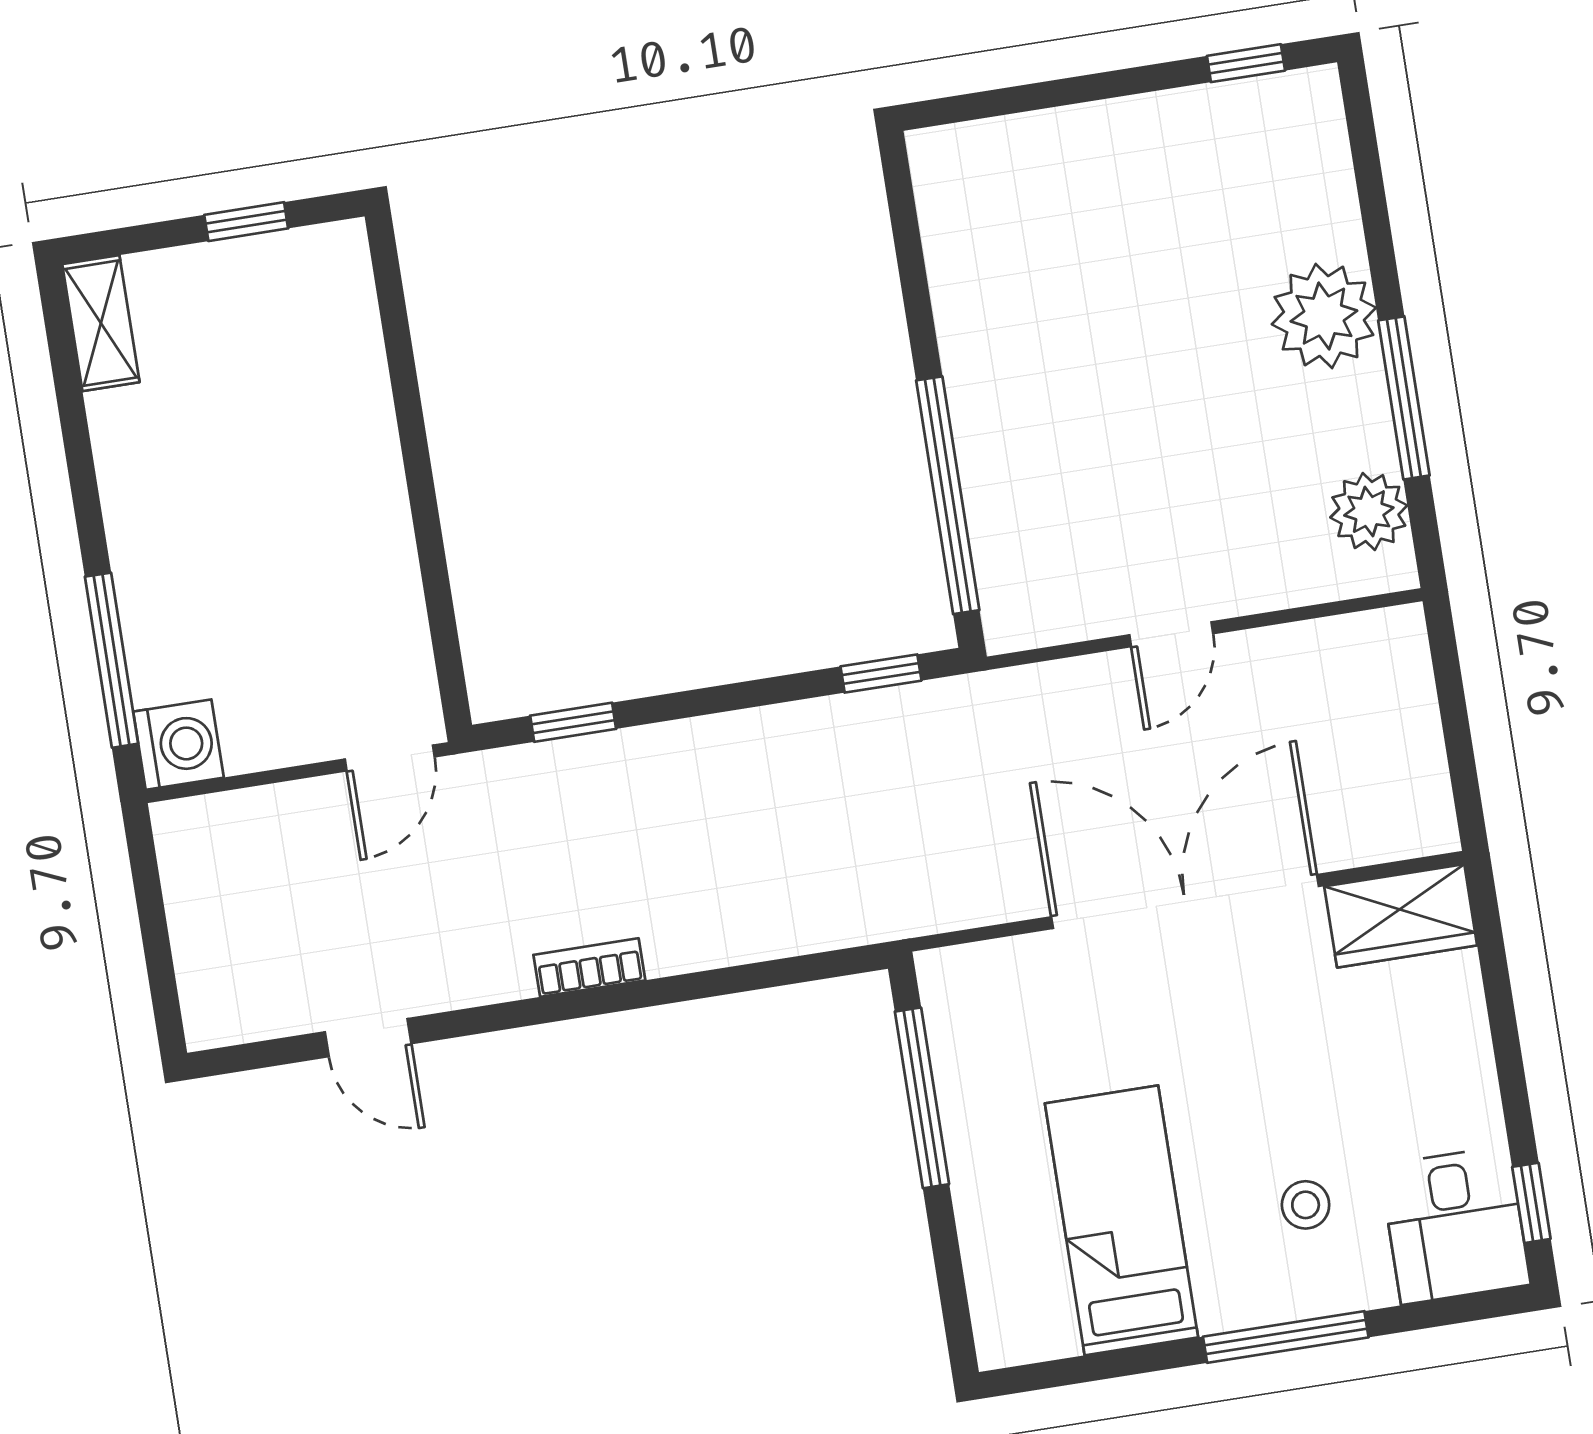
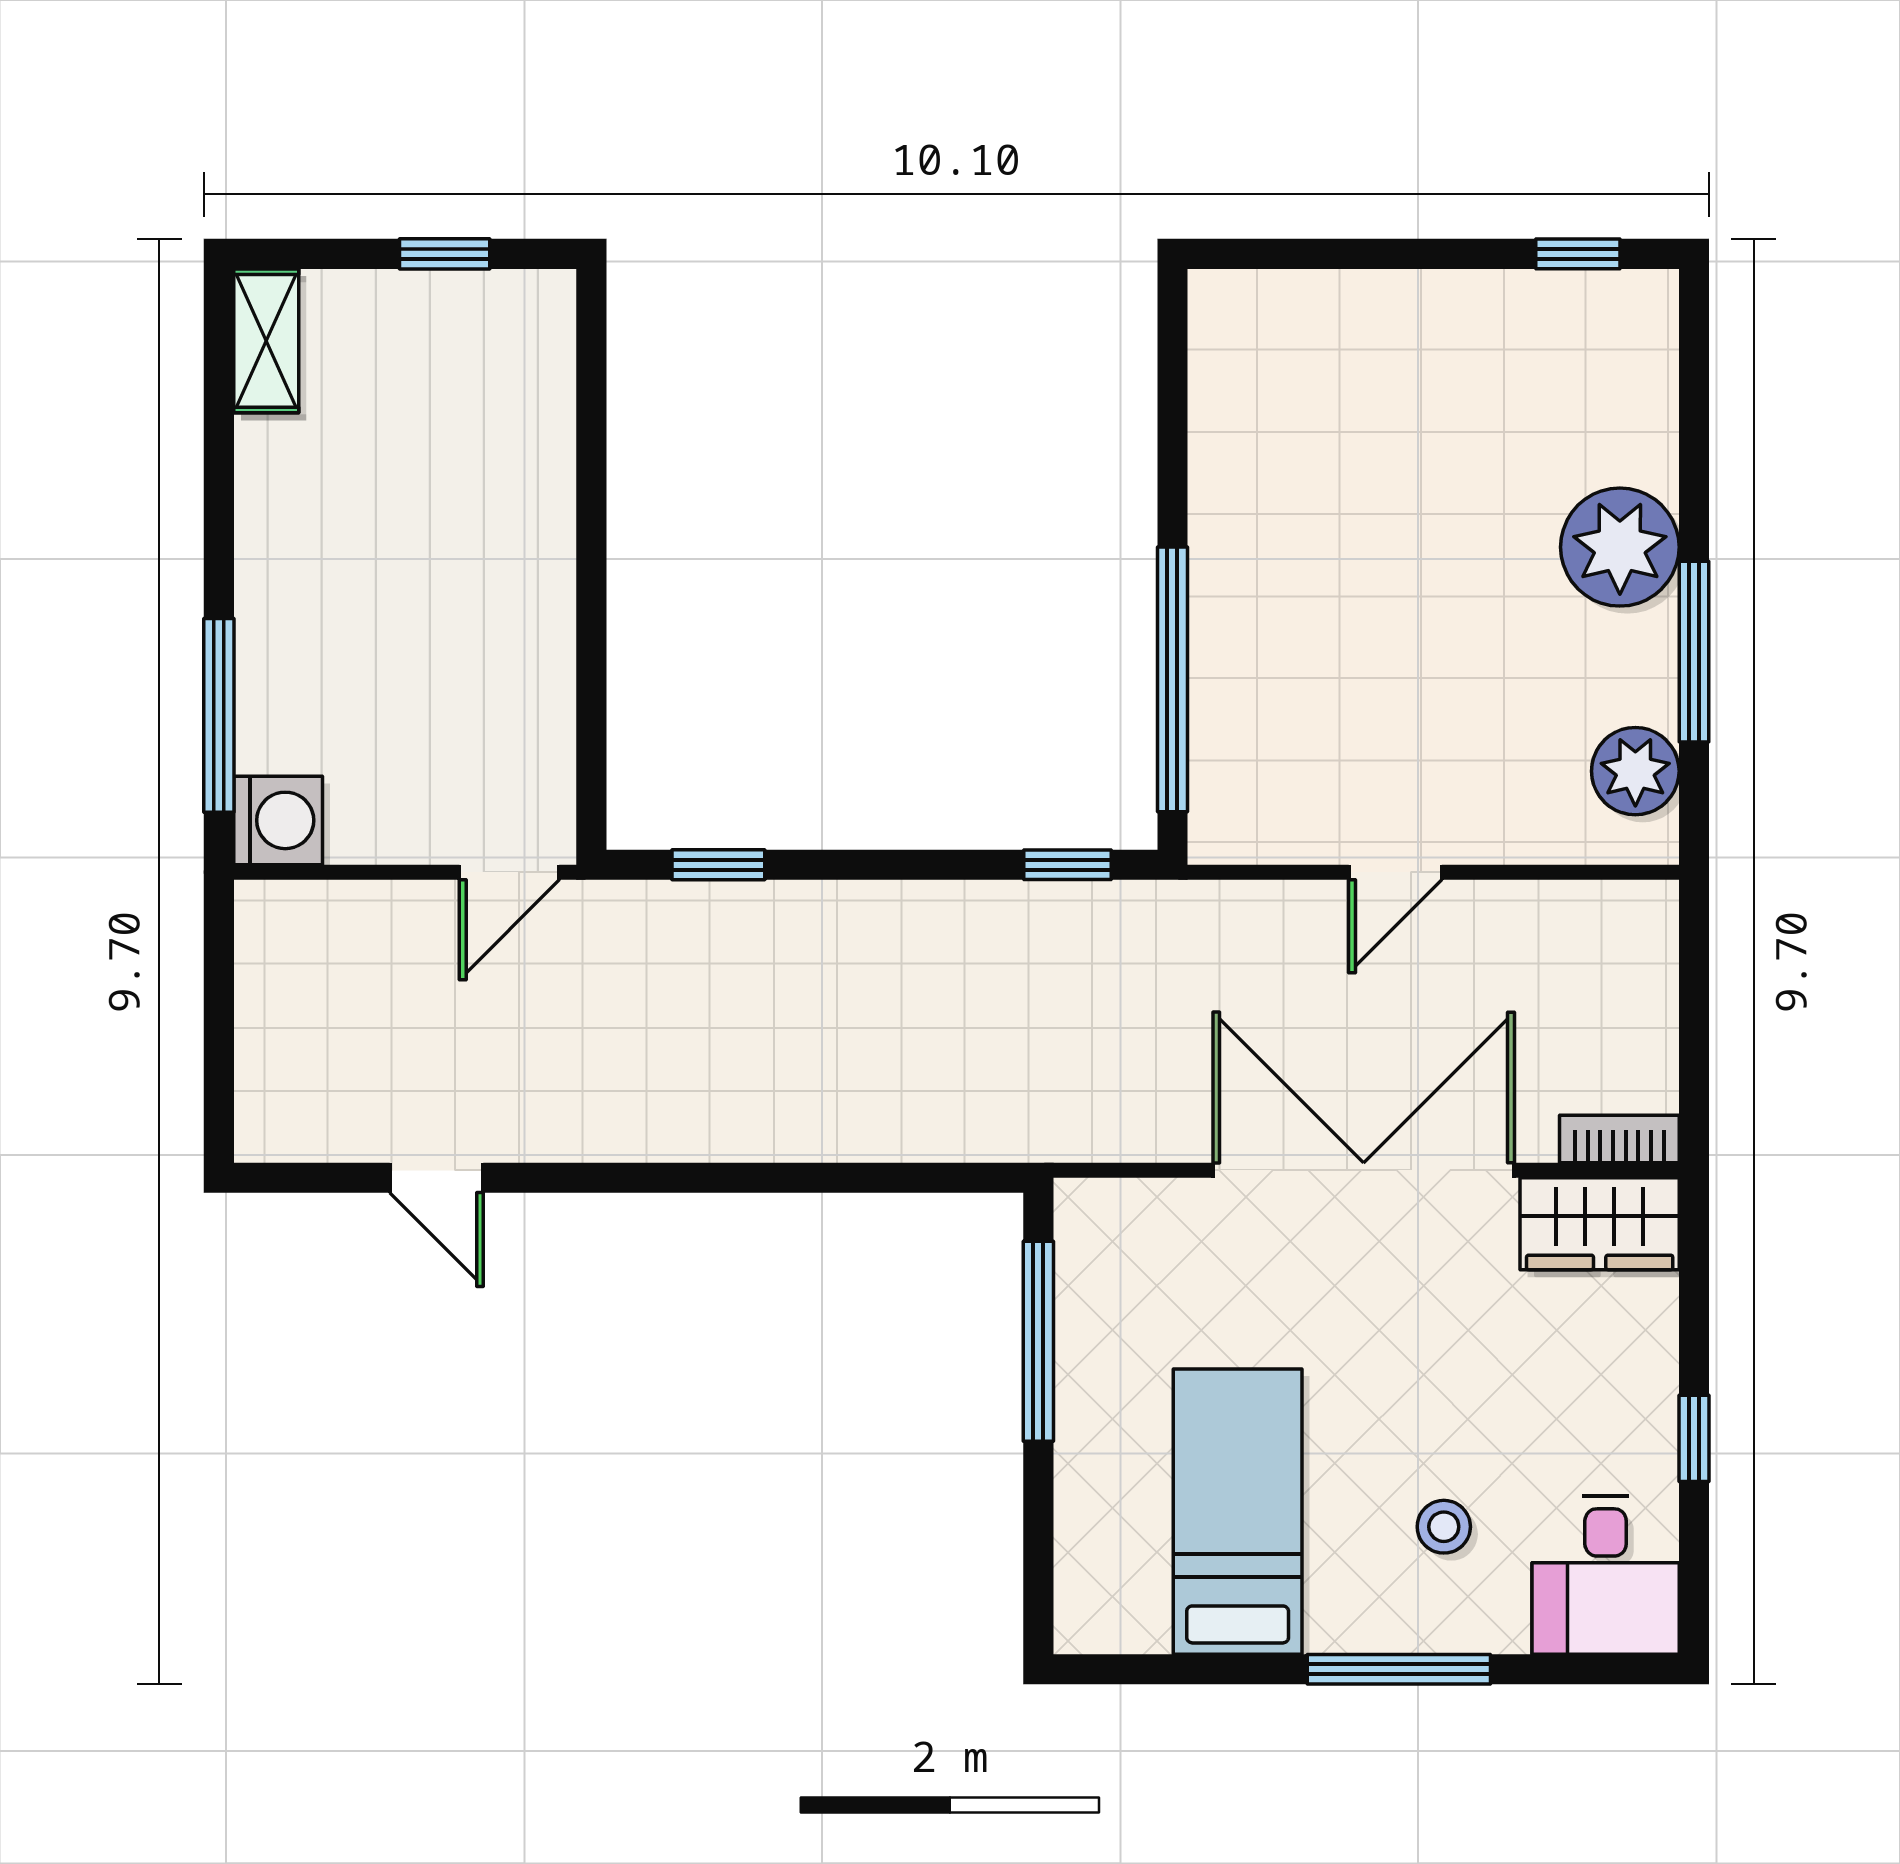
bookcase: (589, 968) -> (1619, 1139), moved
window: (1531, 1203) -> (1694, 1438), moved

